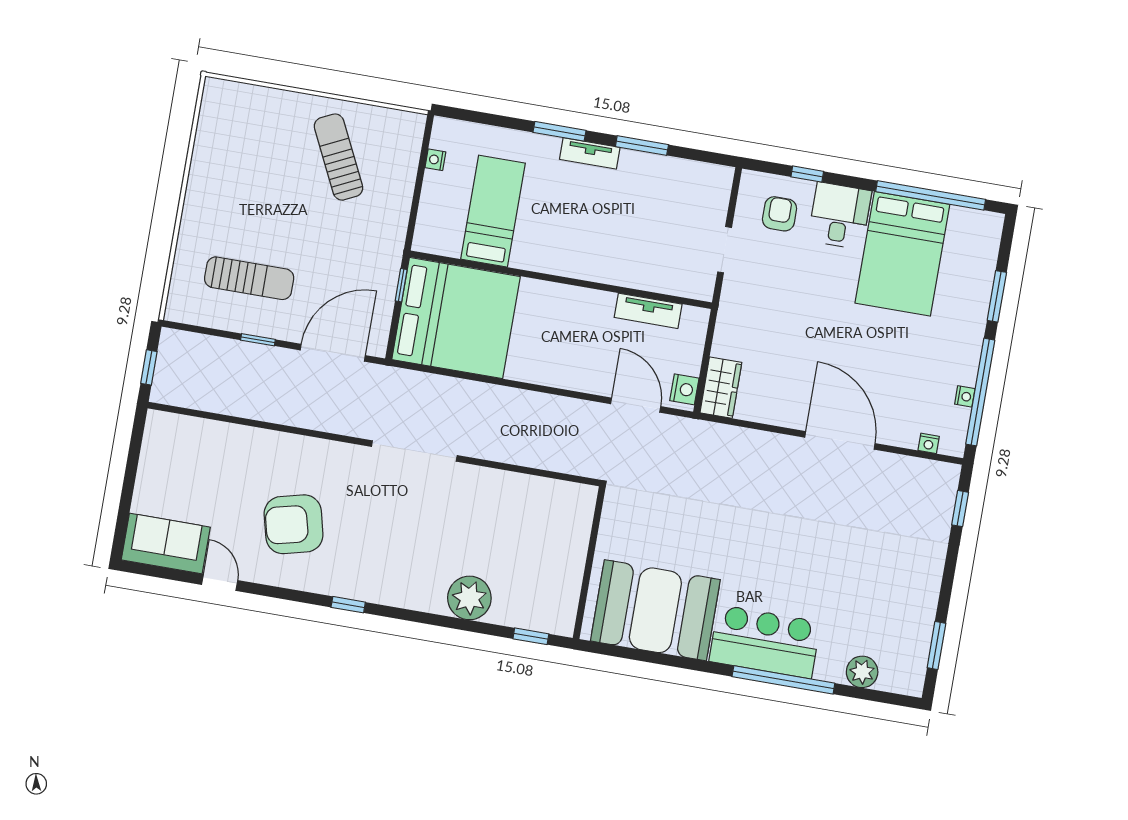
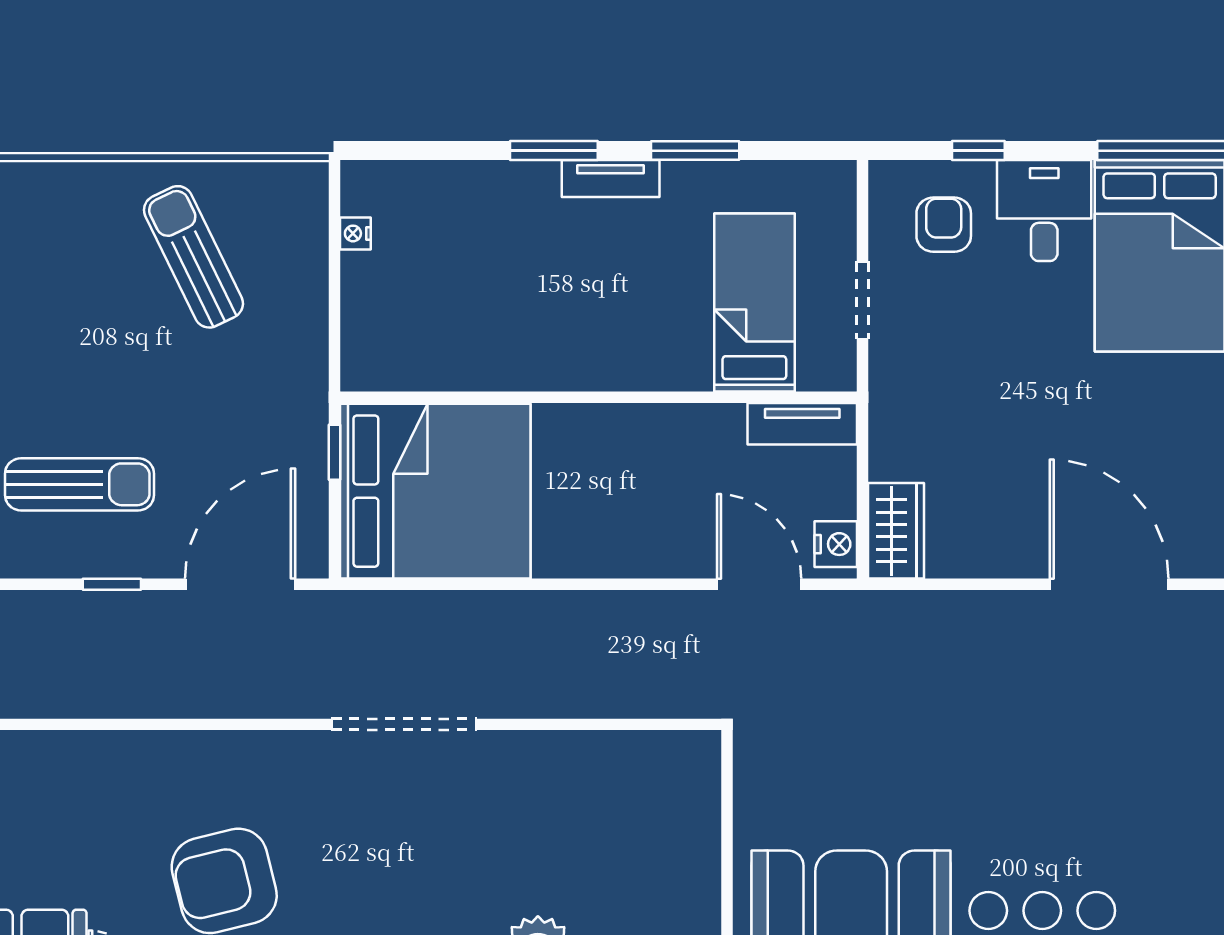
bed: (493, 211) -> (754, 302), moved
tv unit: (648, 311) -> (802, 424), moved

